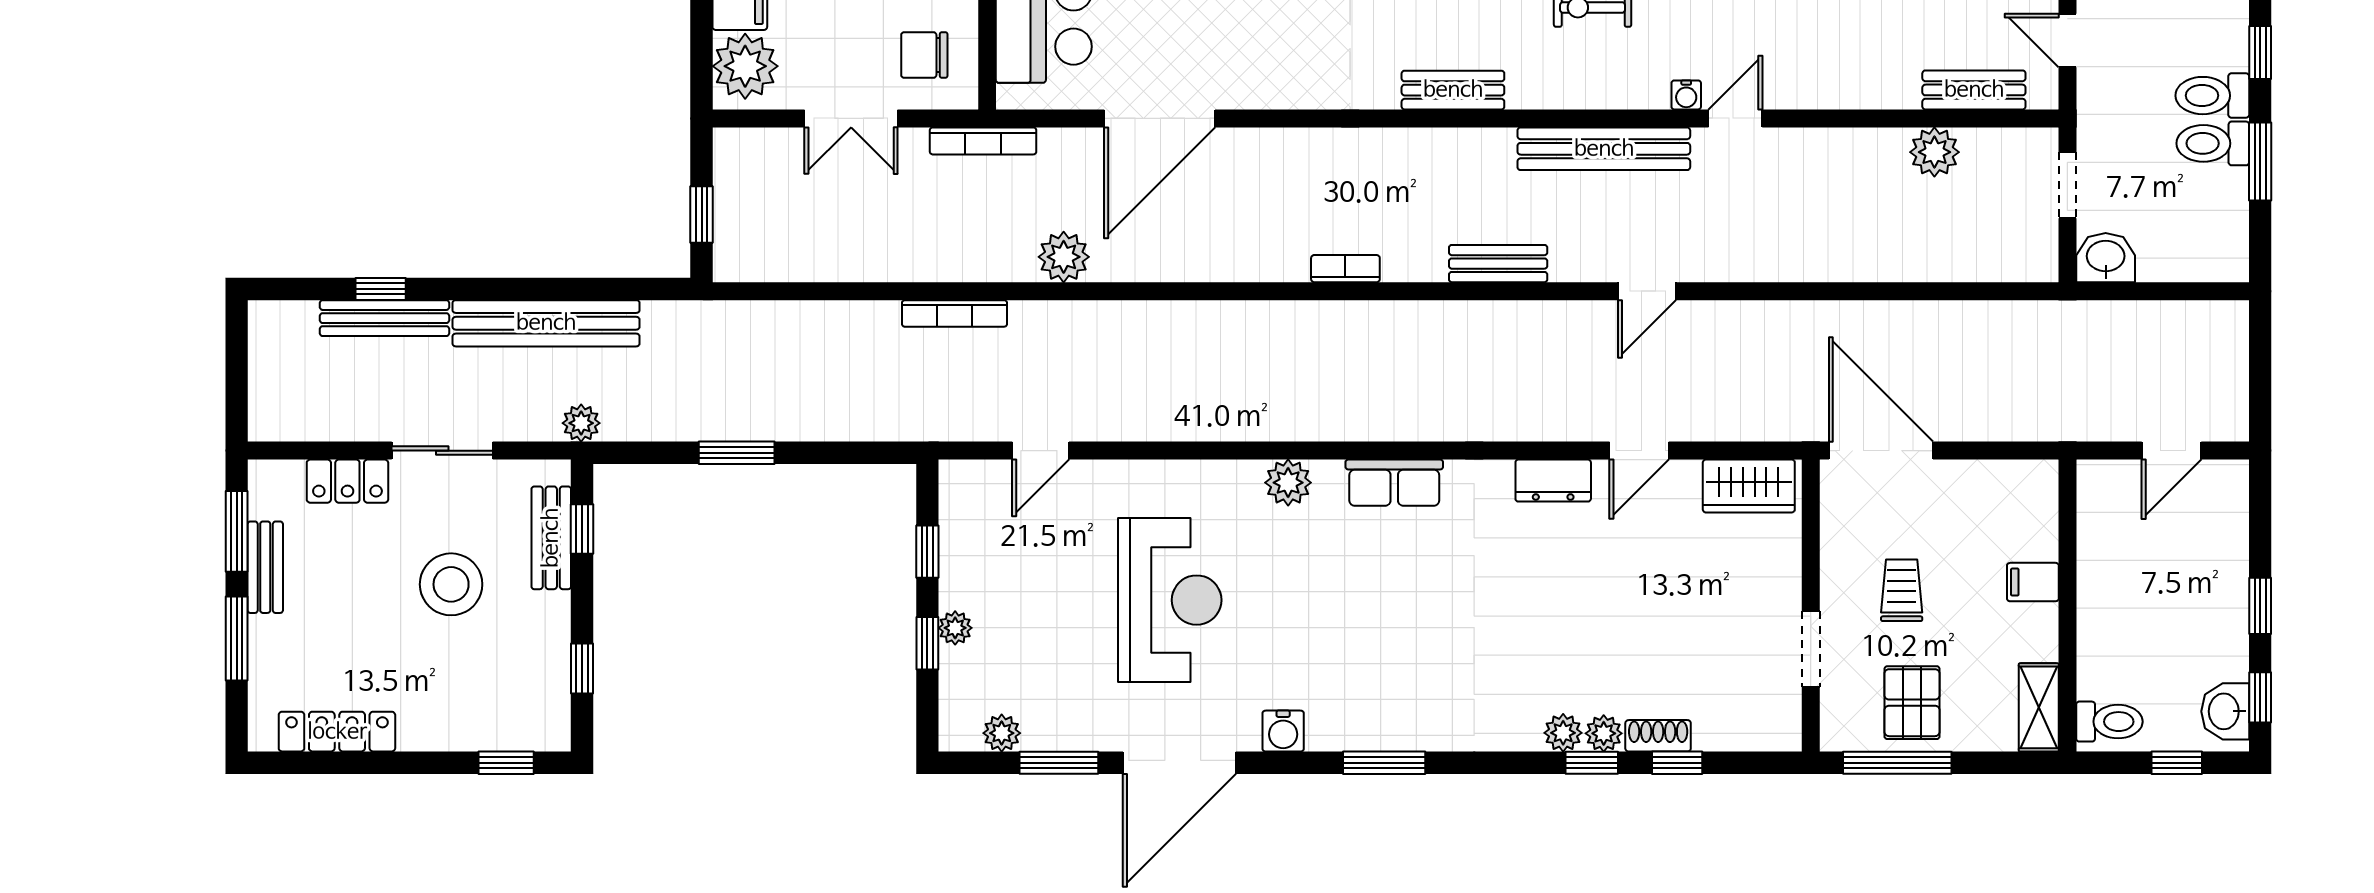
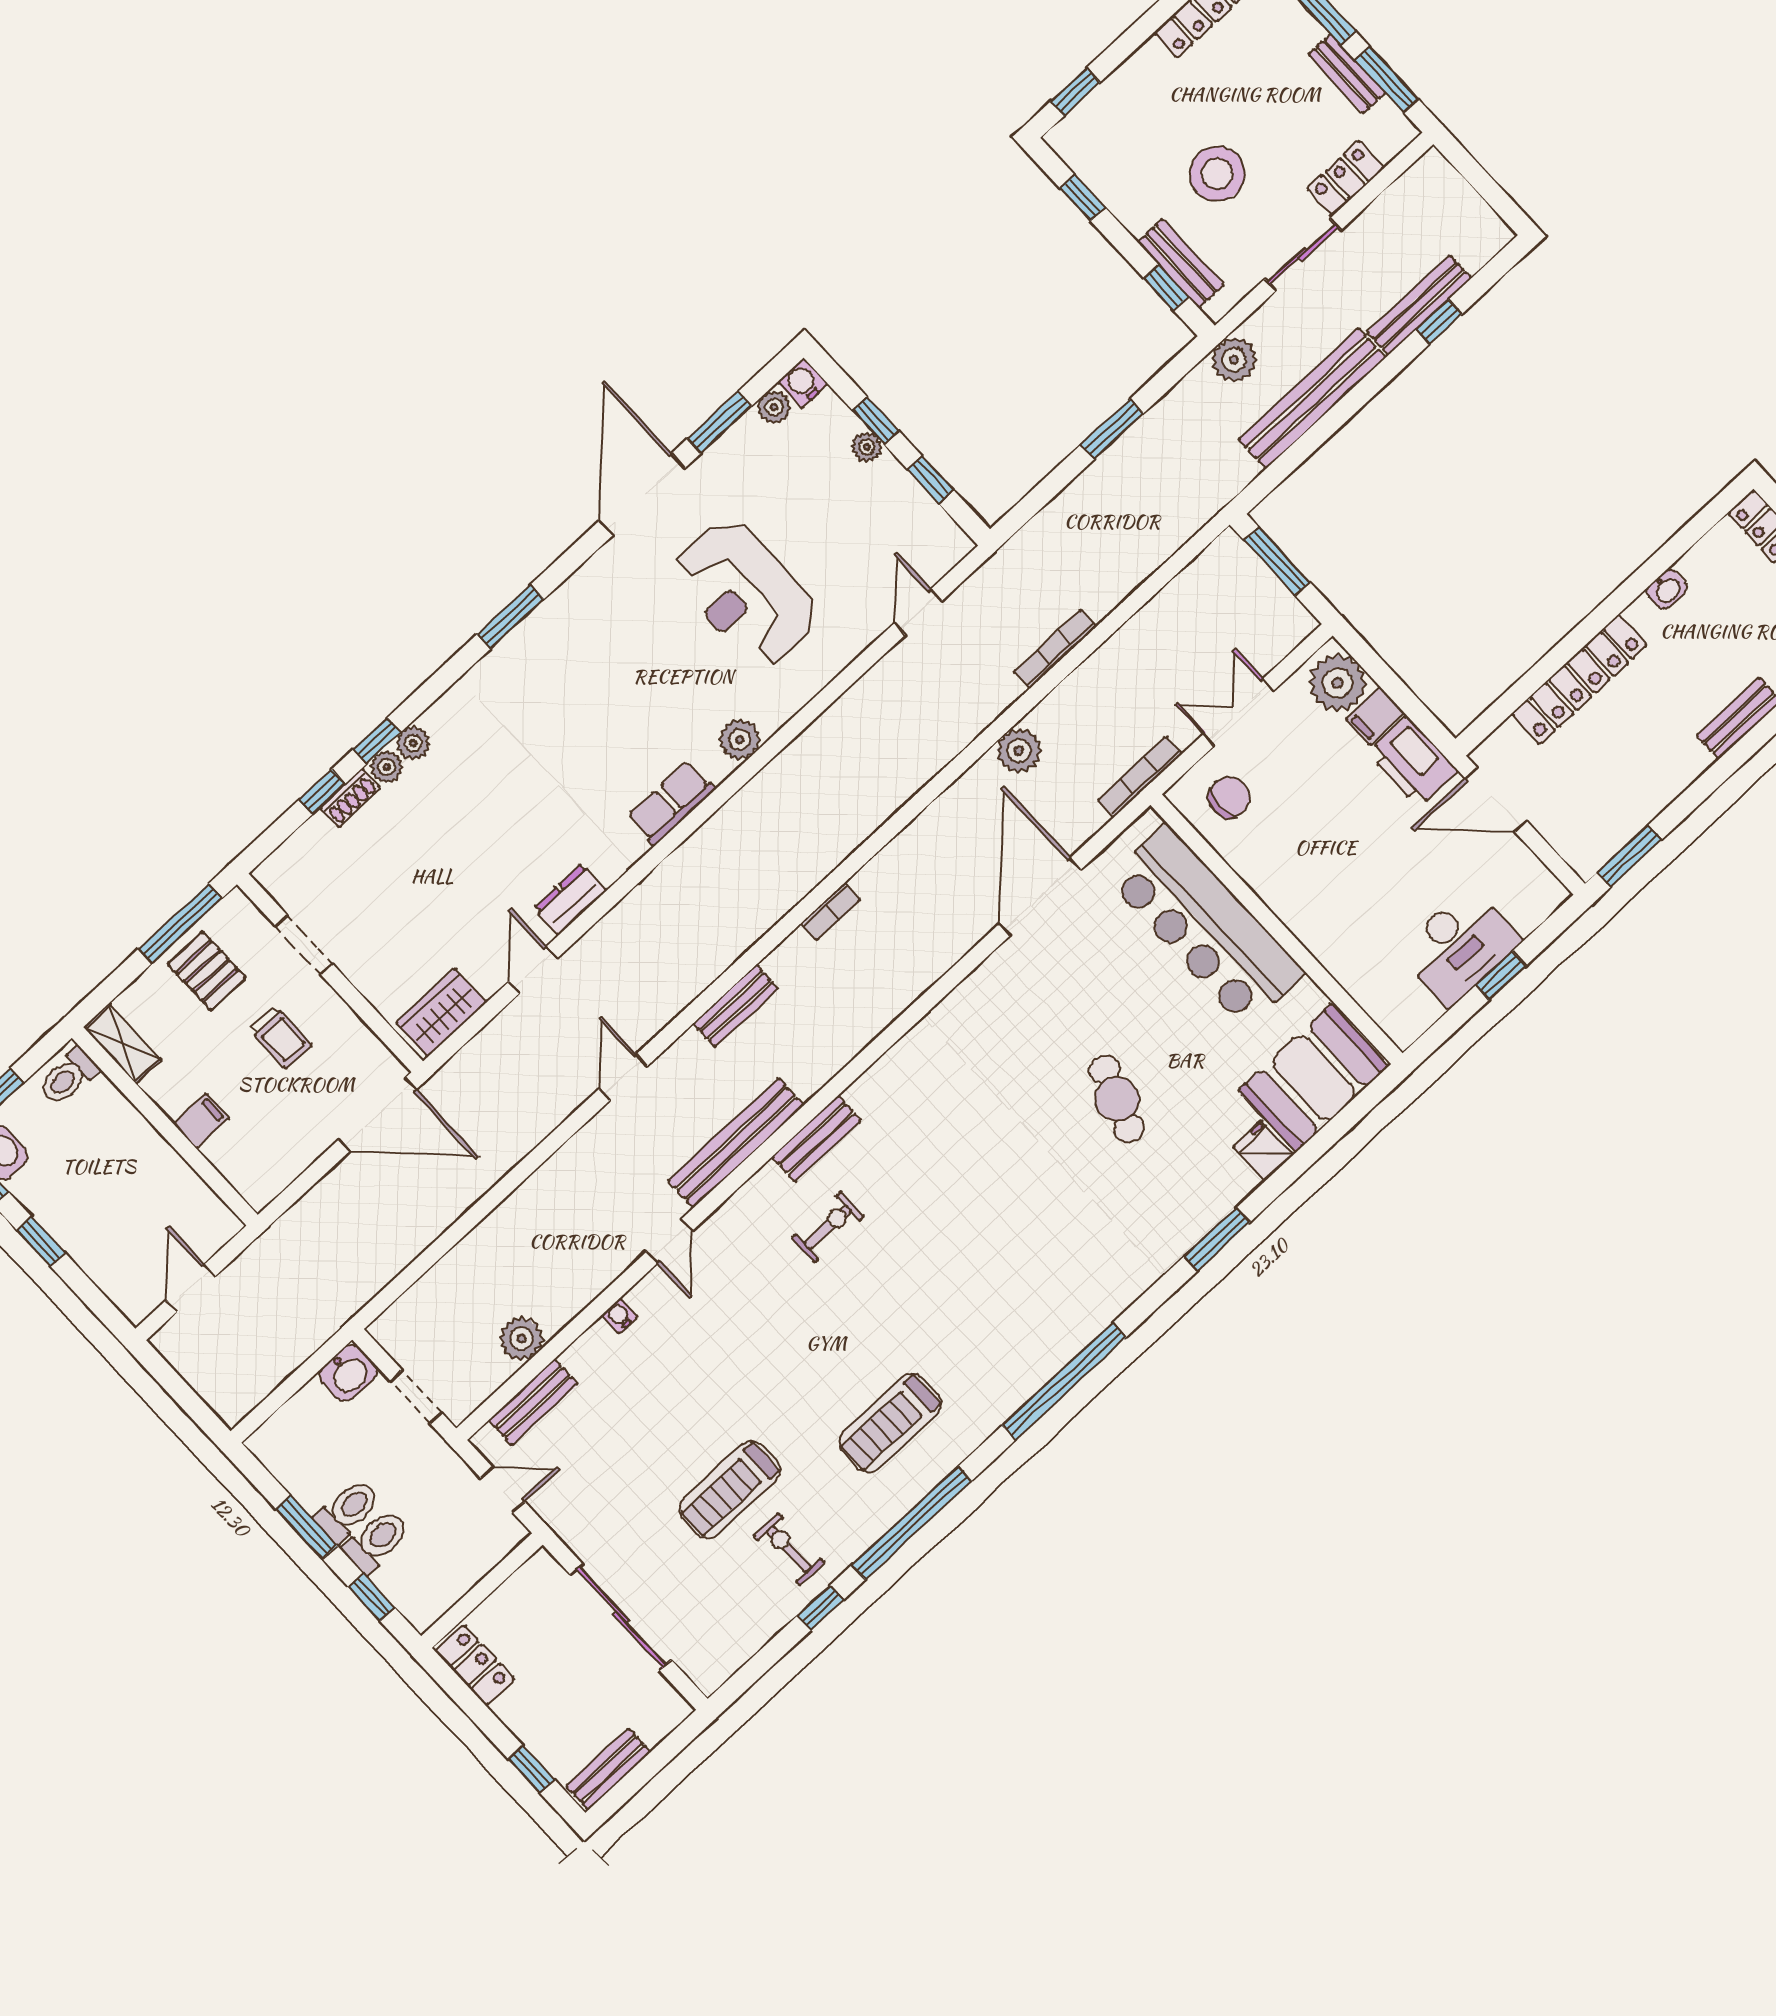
bench: (1453, 90) -> (816, 1139), moved
water cooler: (1686, 95) -> (620, 1316), moved
window: (702, 214) -> (1277, 561), width x1.50
plant: (581, 423) -> (1234, 360), width x1.38, depth x1.38
water cooler: (1283, 731) -> (803, 383), moved

